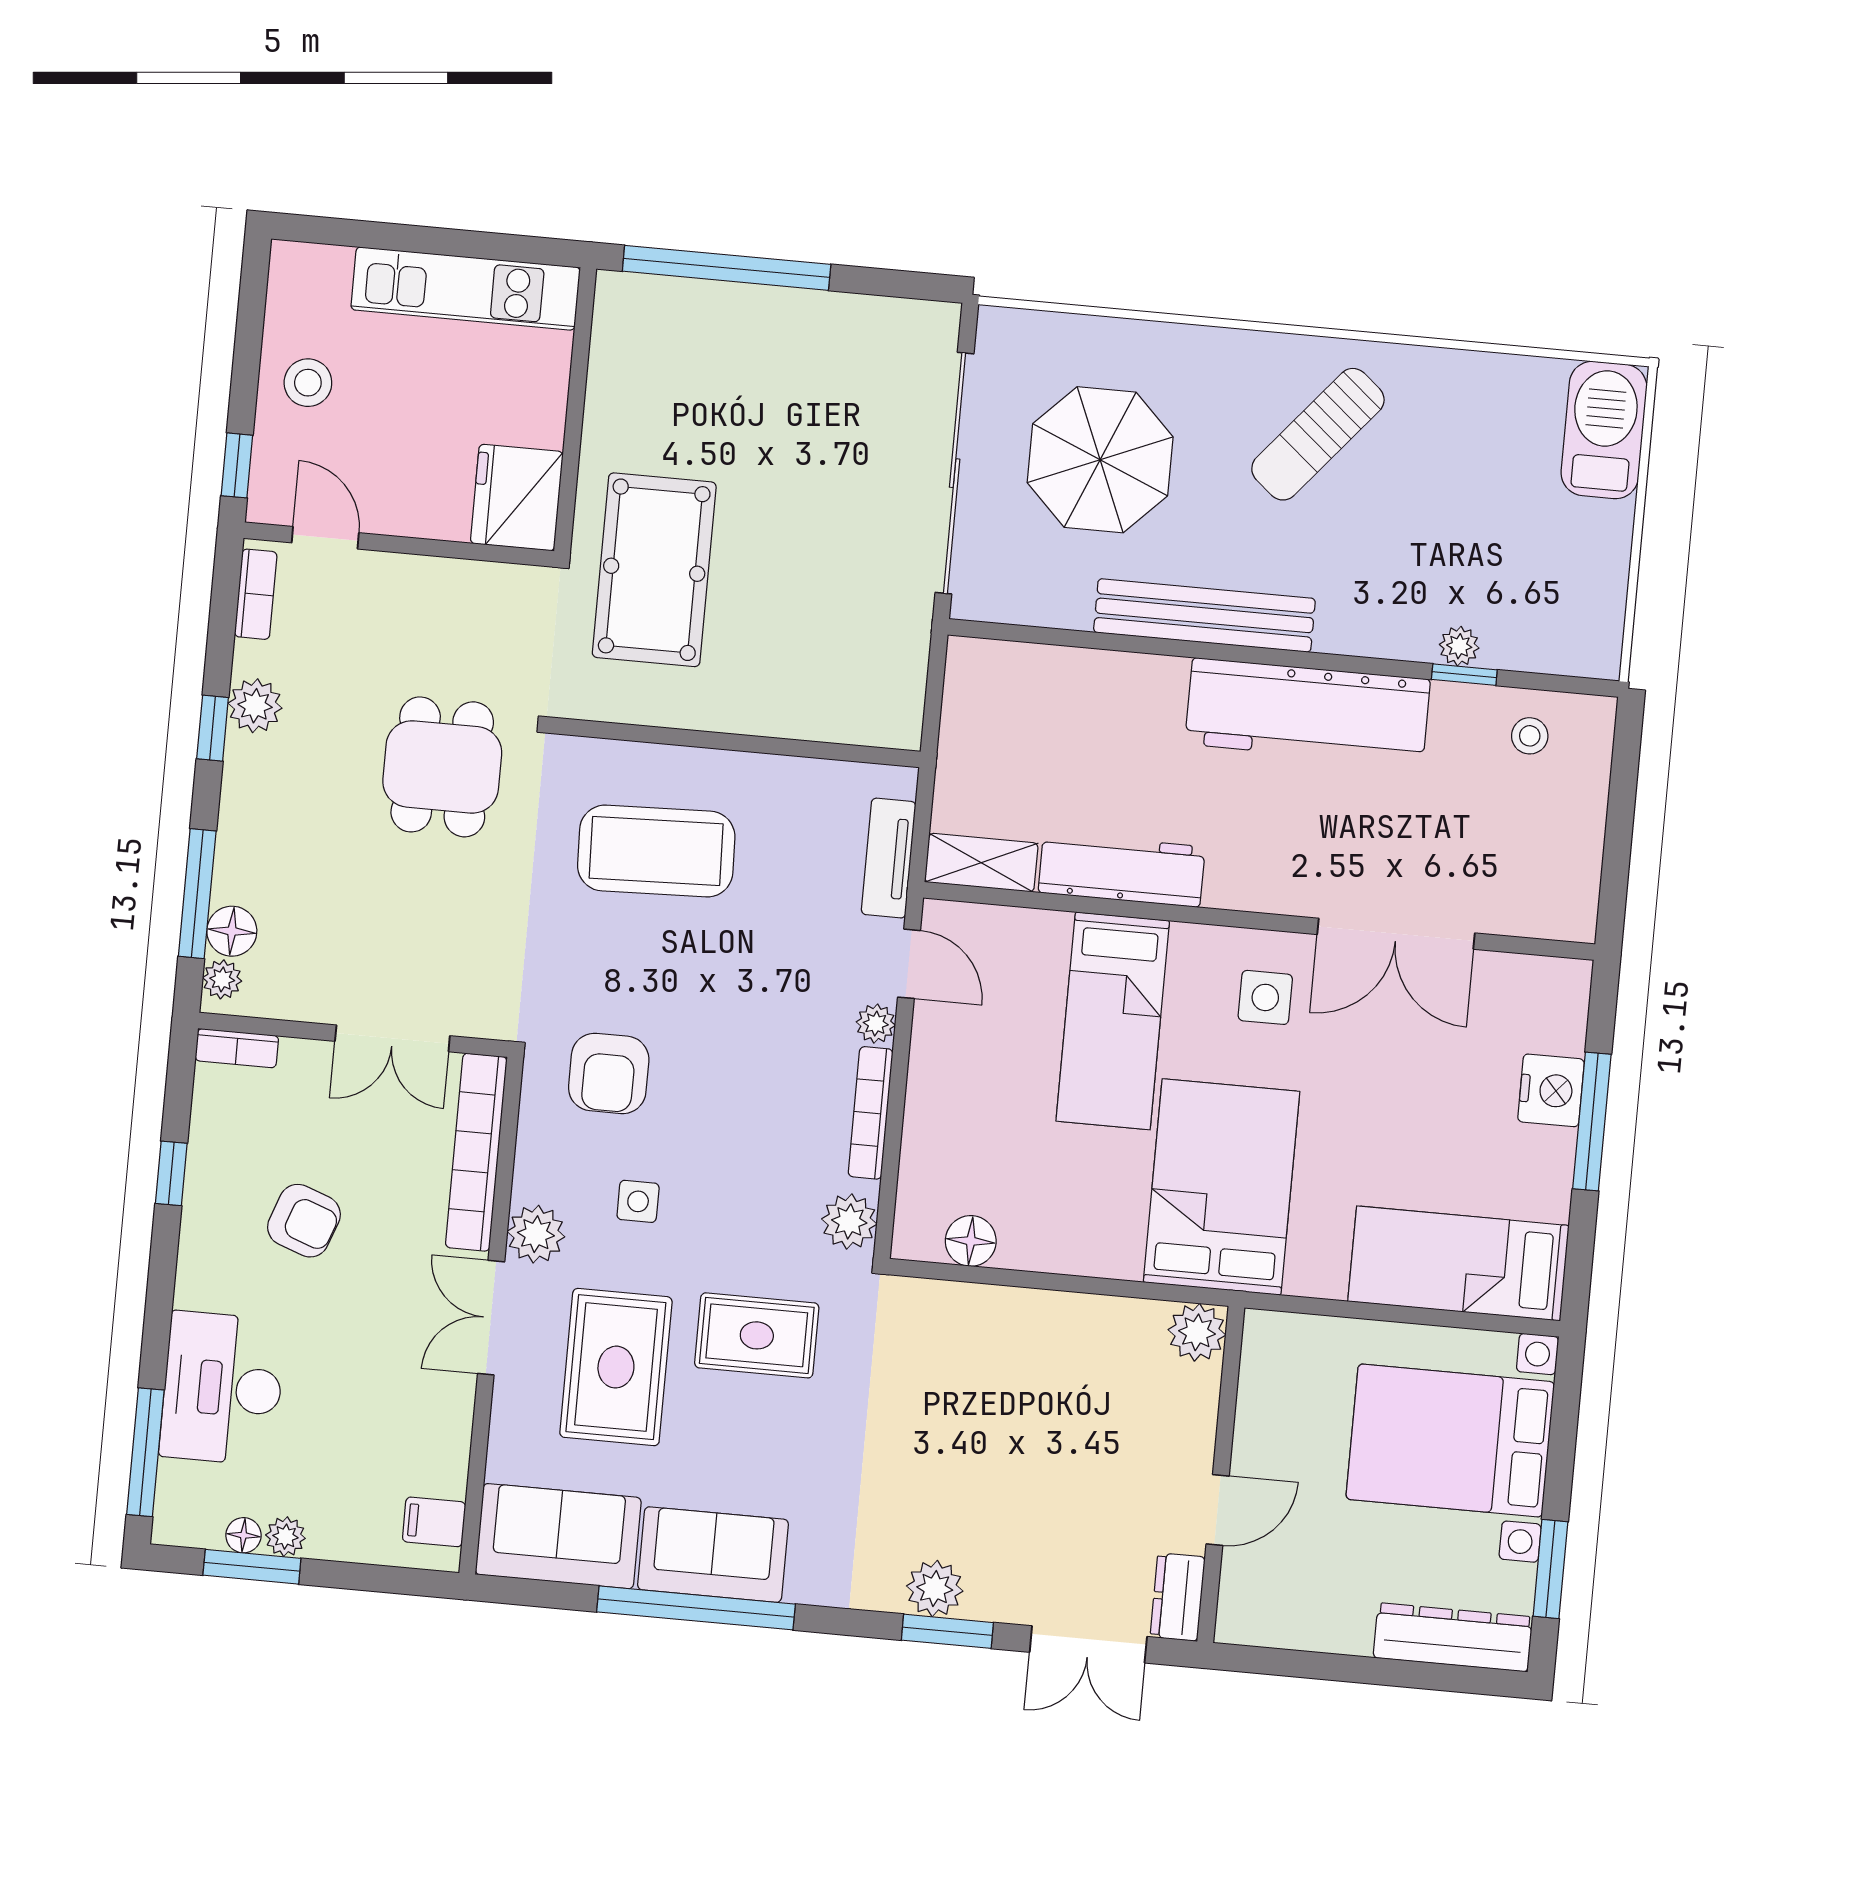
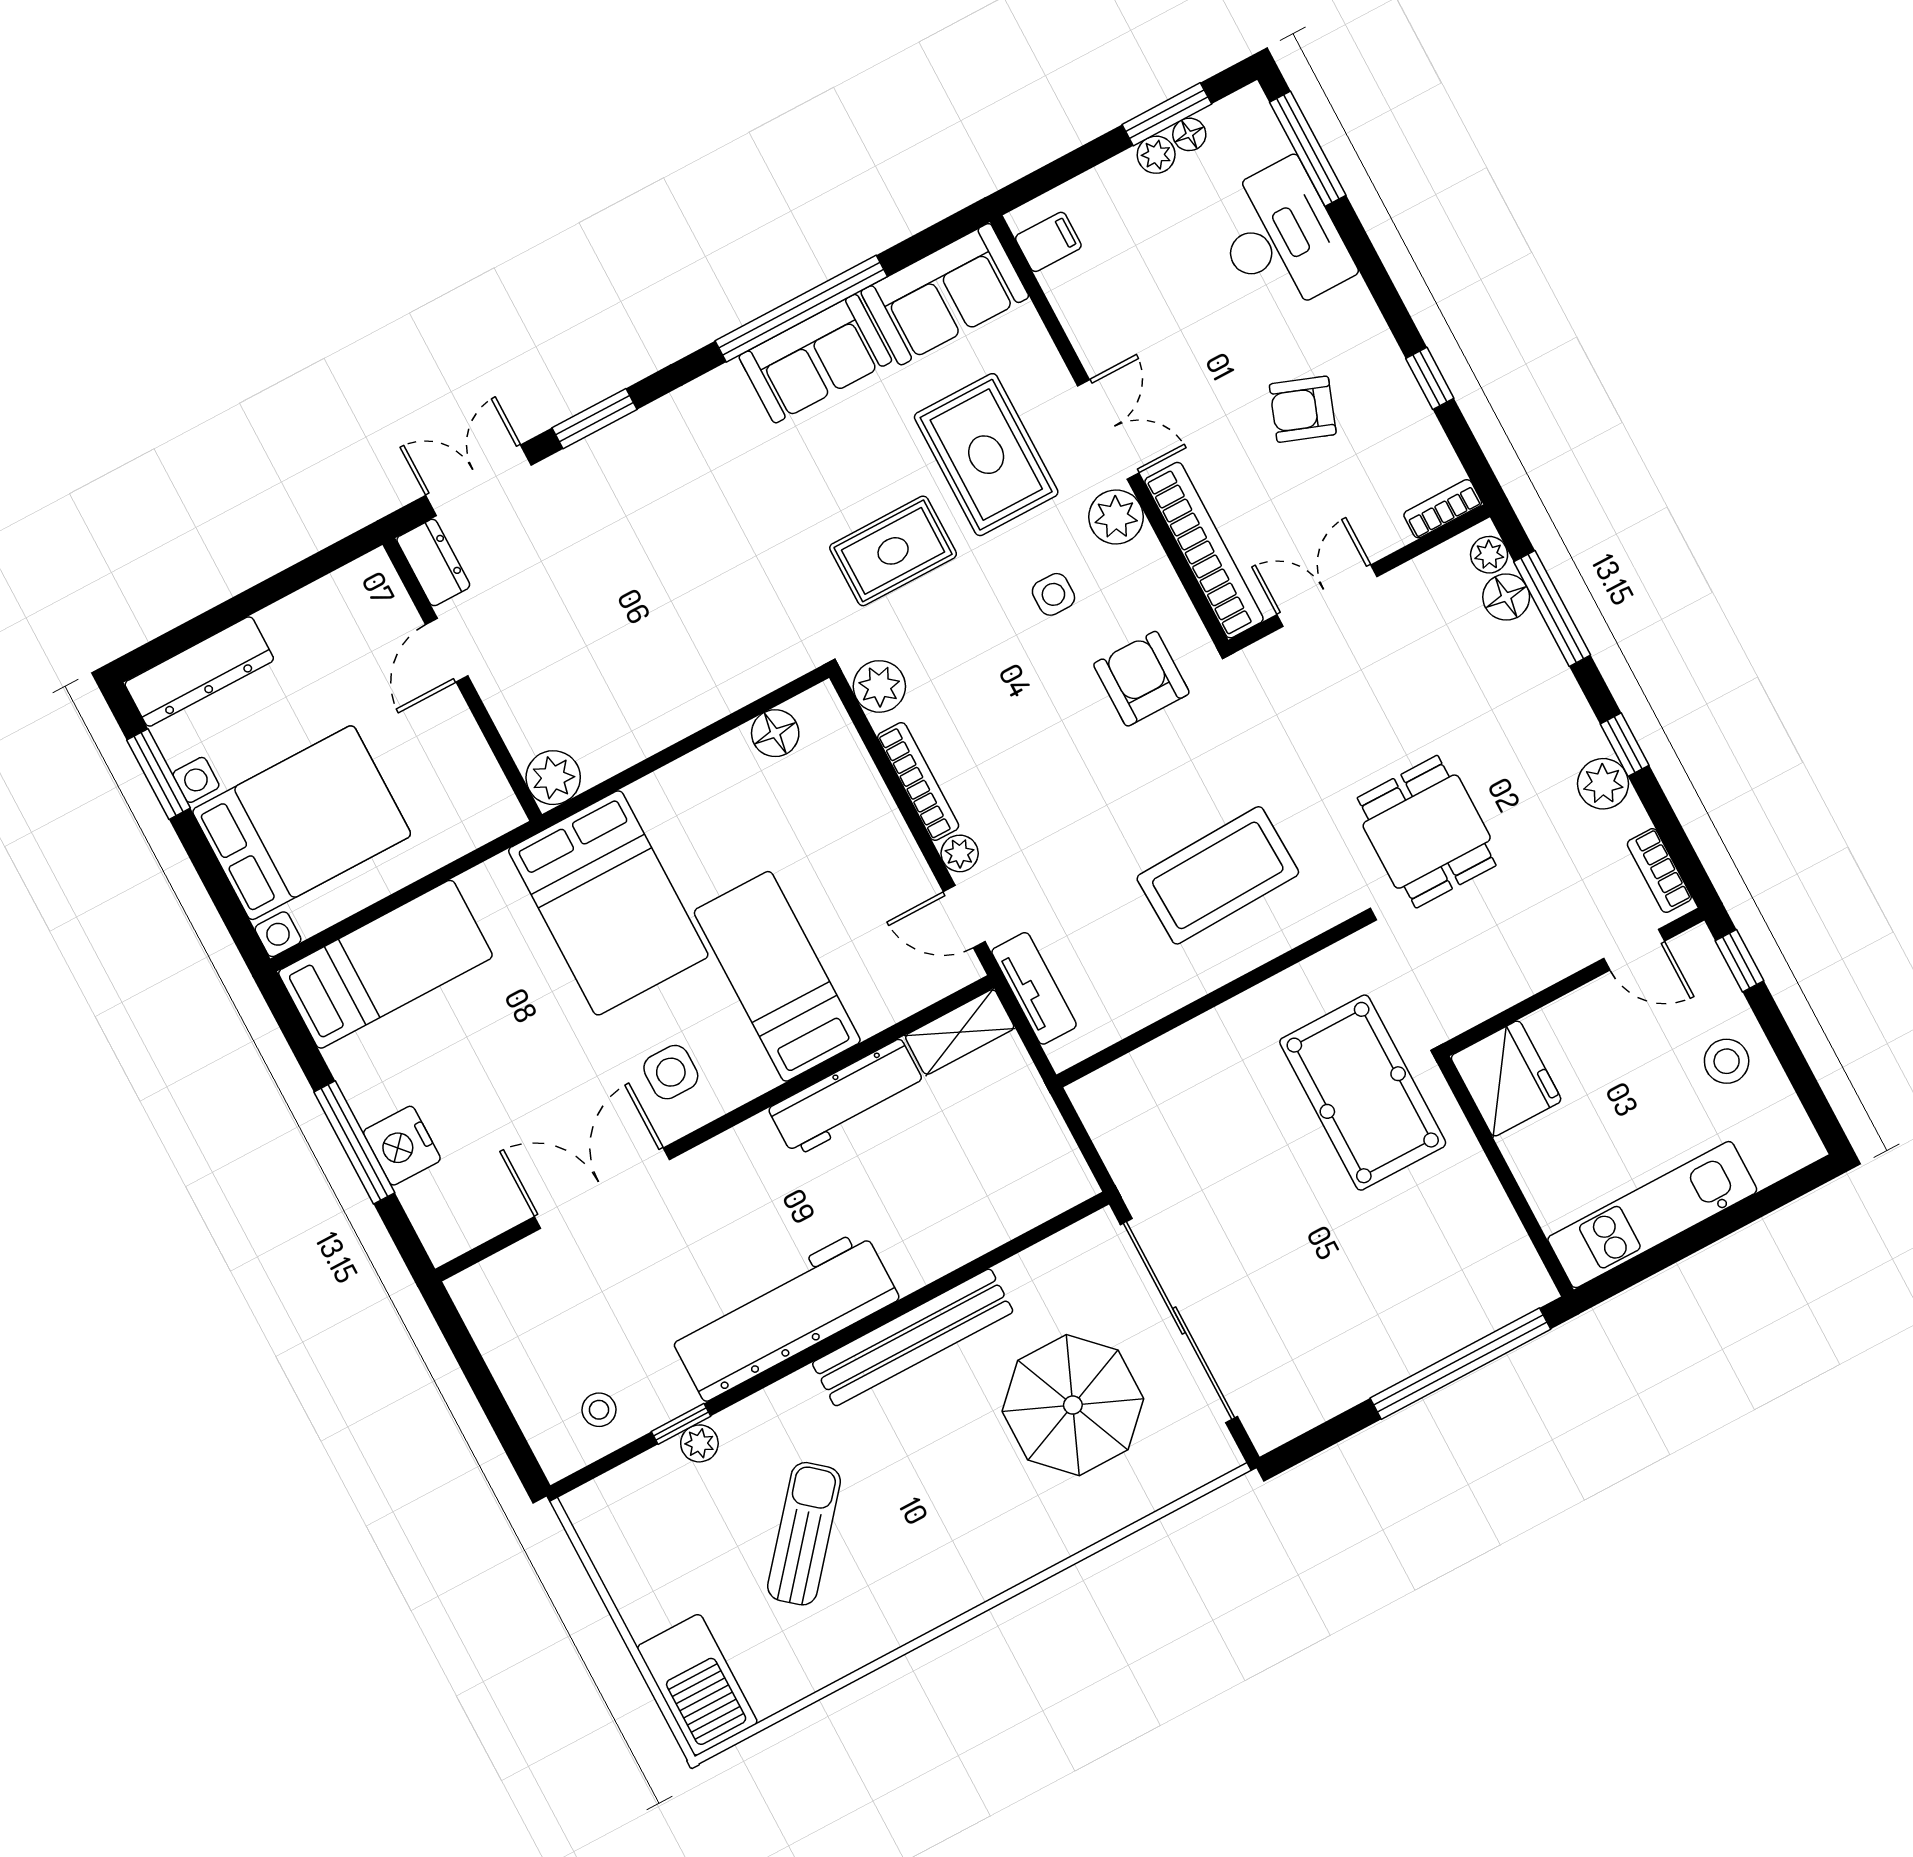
sun lounger: (1318, 434) -> (804, 1534), moved
plant: (935, 1589) -> (626, 445), removed

